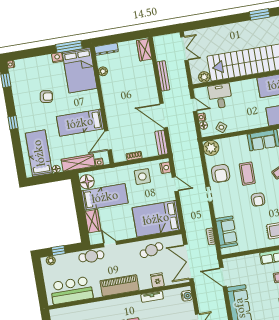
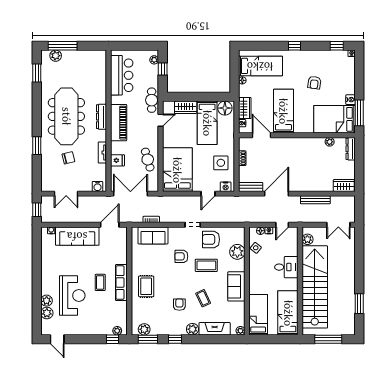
desk: (220, 96) -> (286, 267), moved
plant: (211, 148) -> (237, 252), moved
wardrobe: (78, 163) -> (245, 108), width x0.67
armchair: (258, 200) -> (181, 256), moved
dresser: (116, 304) -> (101, 117), added

